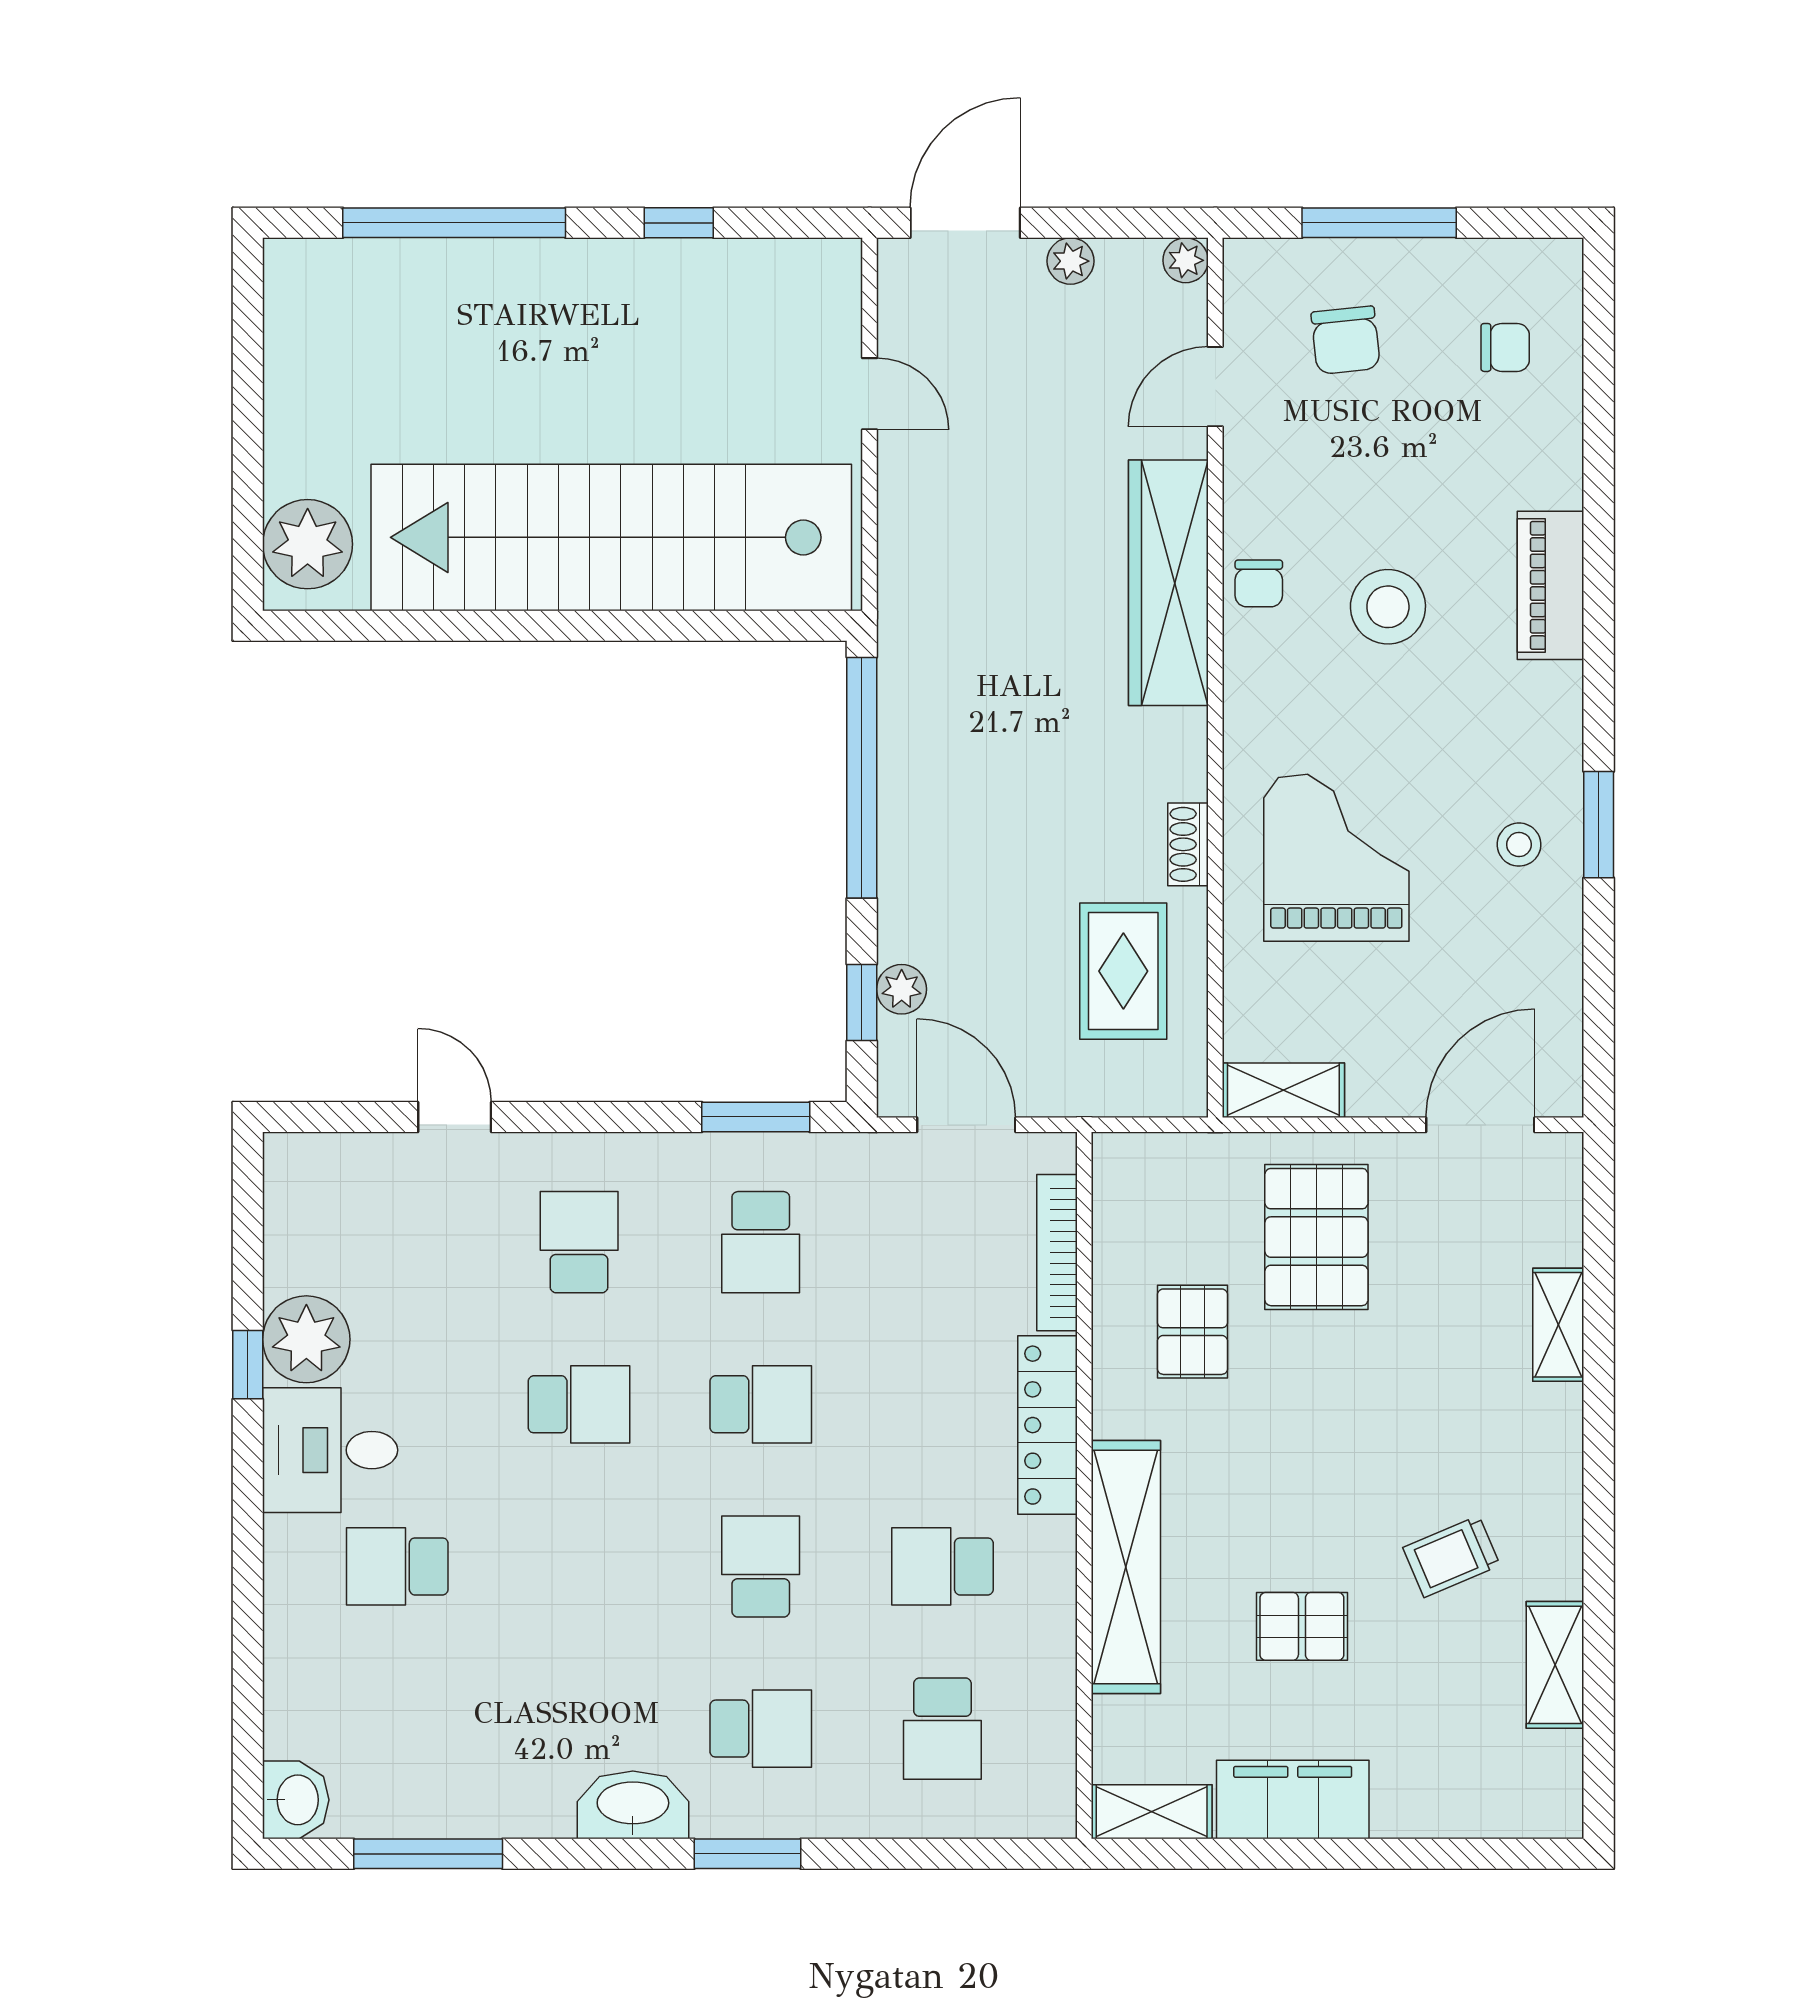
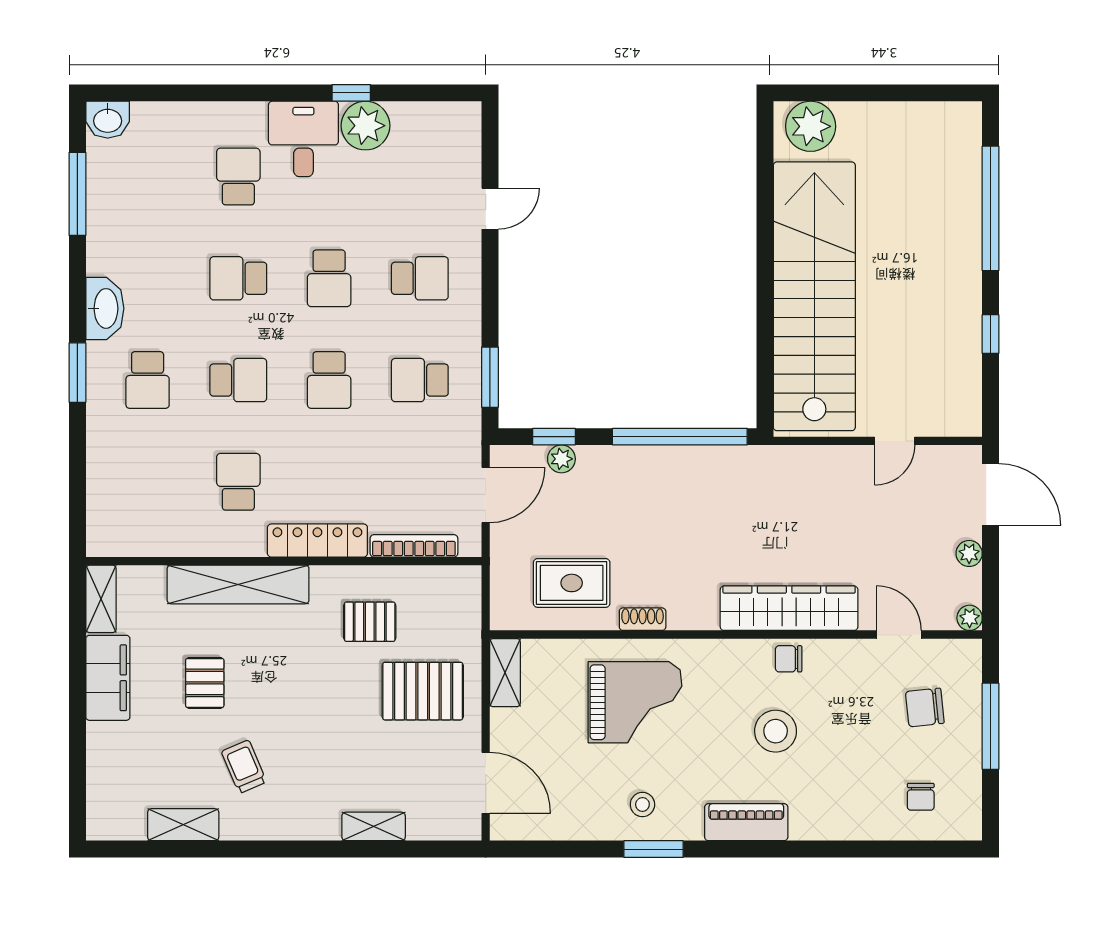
piano: (1551, 585) -> (746, 822), moved
school desk: (942, 1729) -> (238, 278), moved

